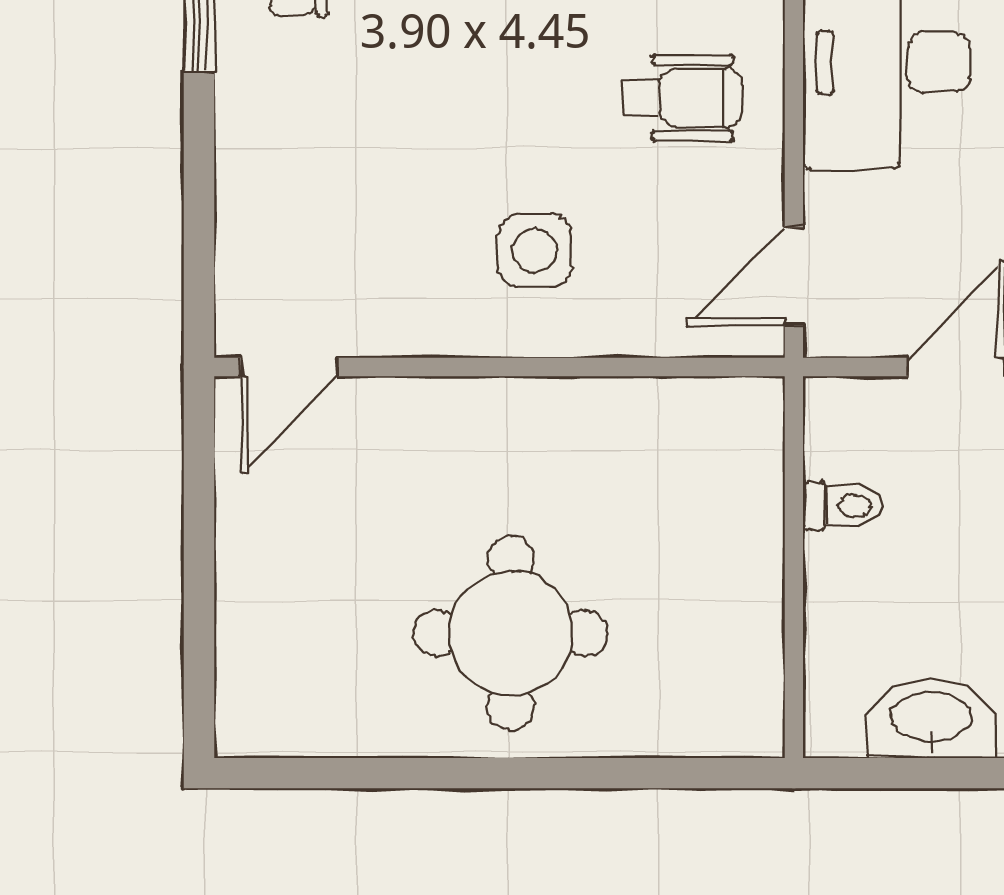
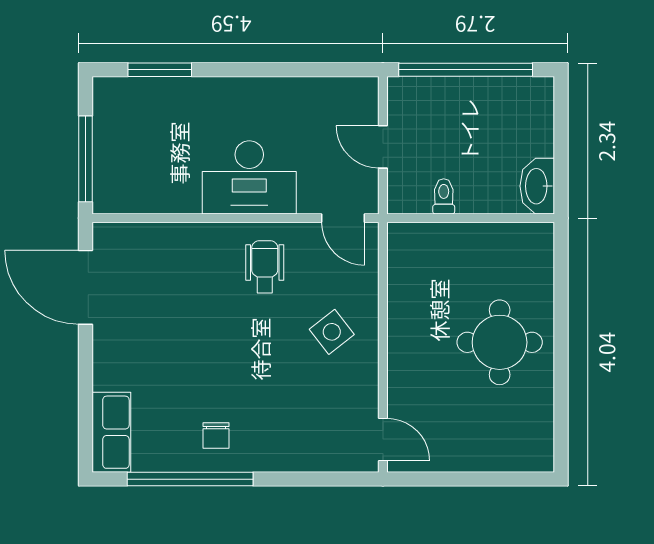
side table: (535, 250) -> (332, 332), turned -38
washbasin: (931, 719) -> (537, 186), moved

